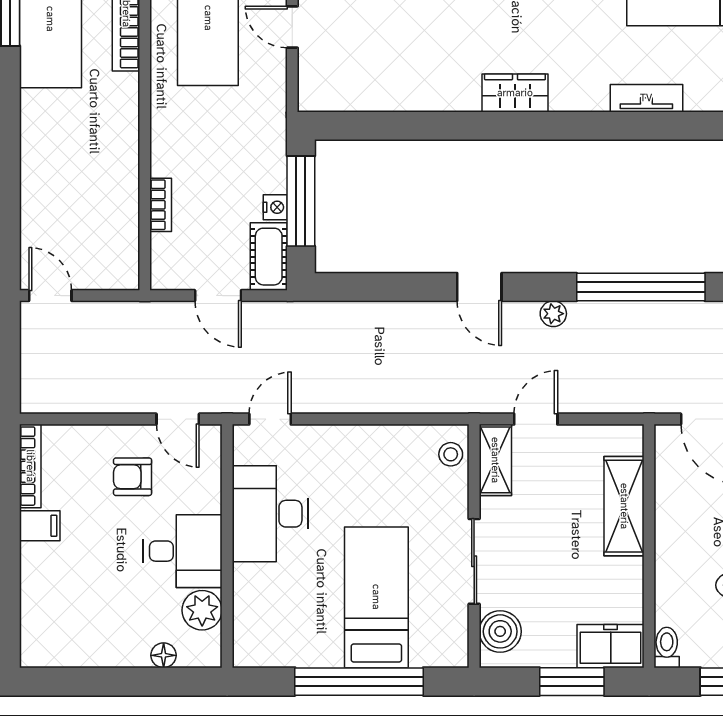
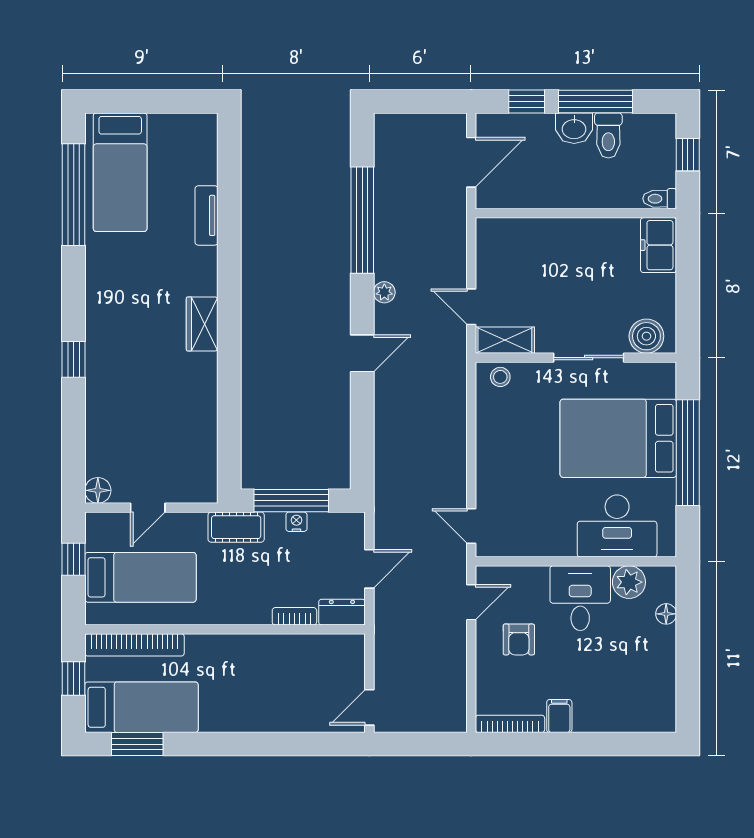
cot: (269, 257) -> (236, 527), moved
dresser: (166, 262) -> (342, 612), added
shelving: (624, 506) -> (543, 234), removed
desk: (270, 514) -> (617, 526), moved
bed: (376, 597) -> (618, 438), width x1.50
window: (572, 682) -> (688, 277), removed

